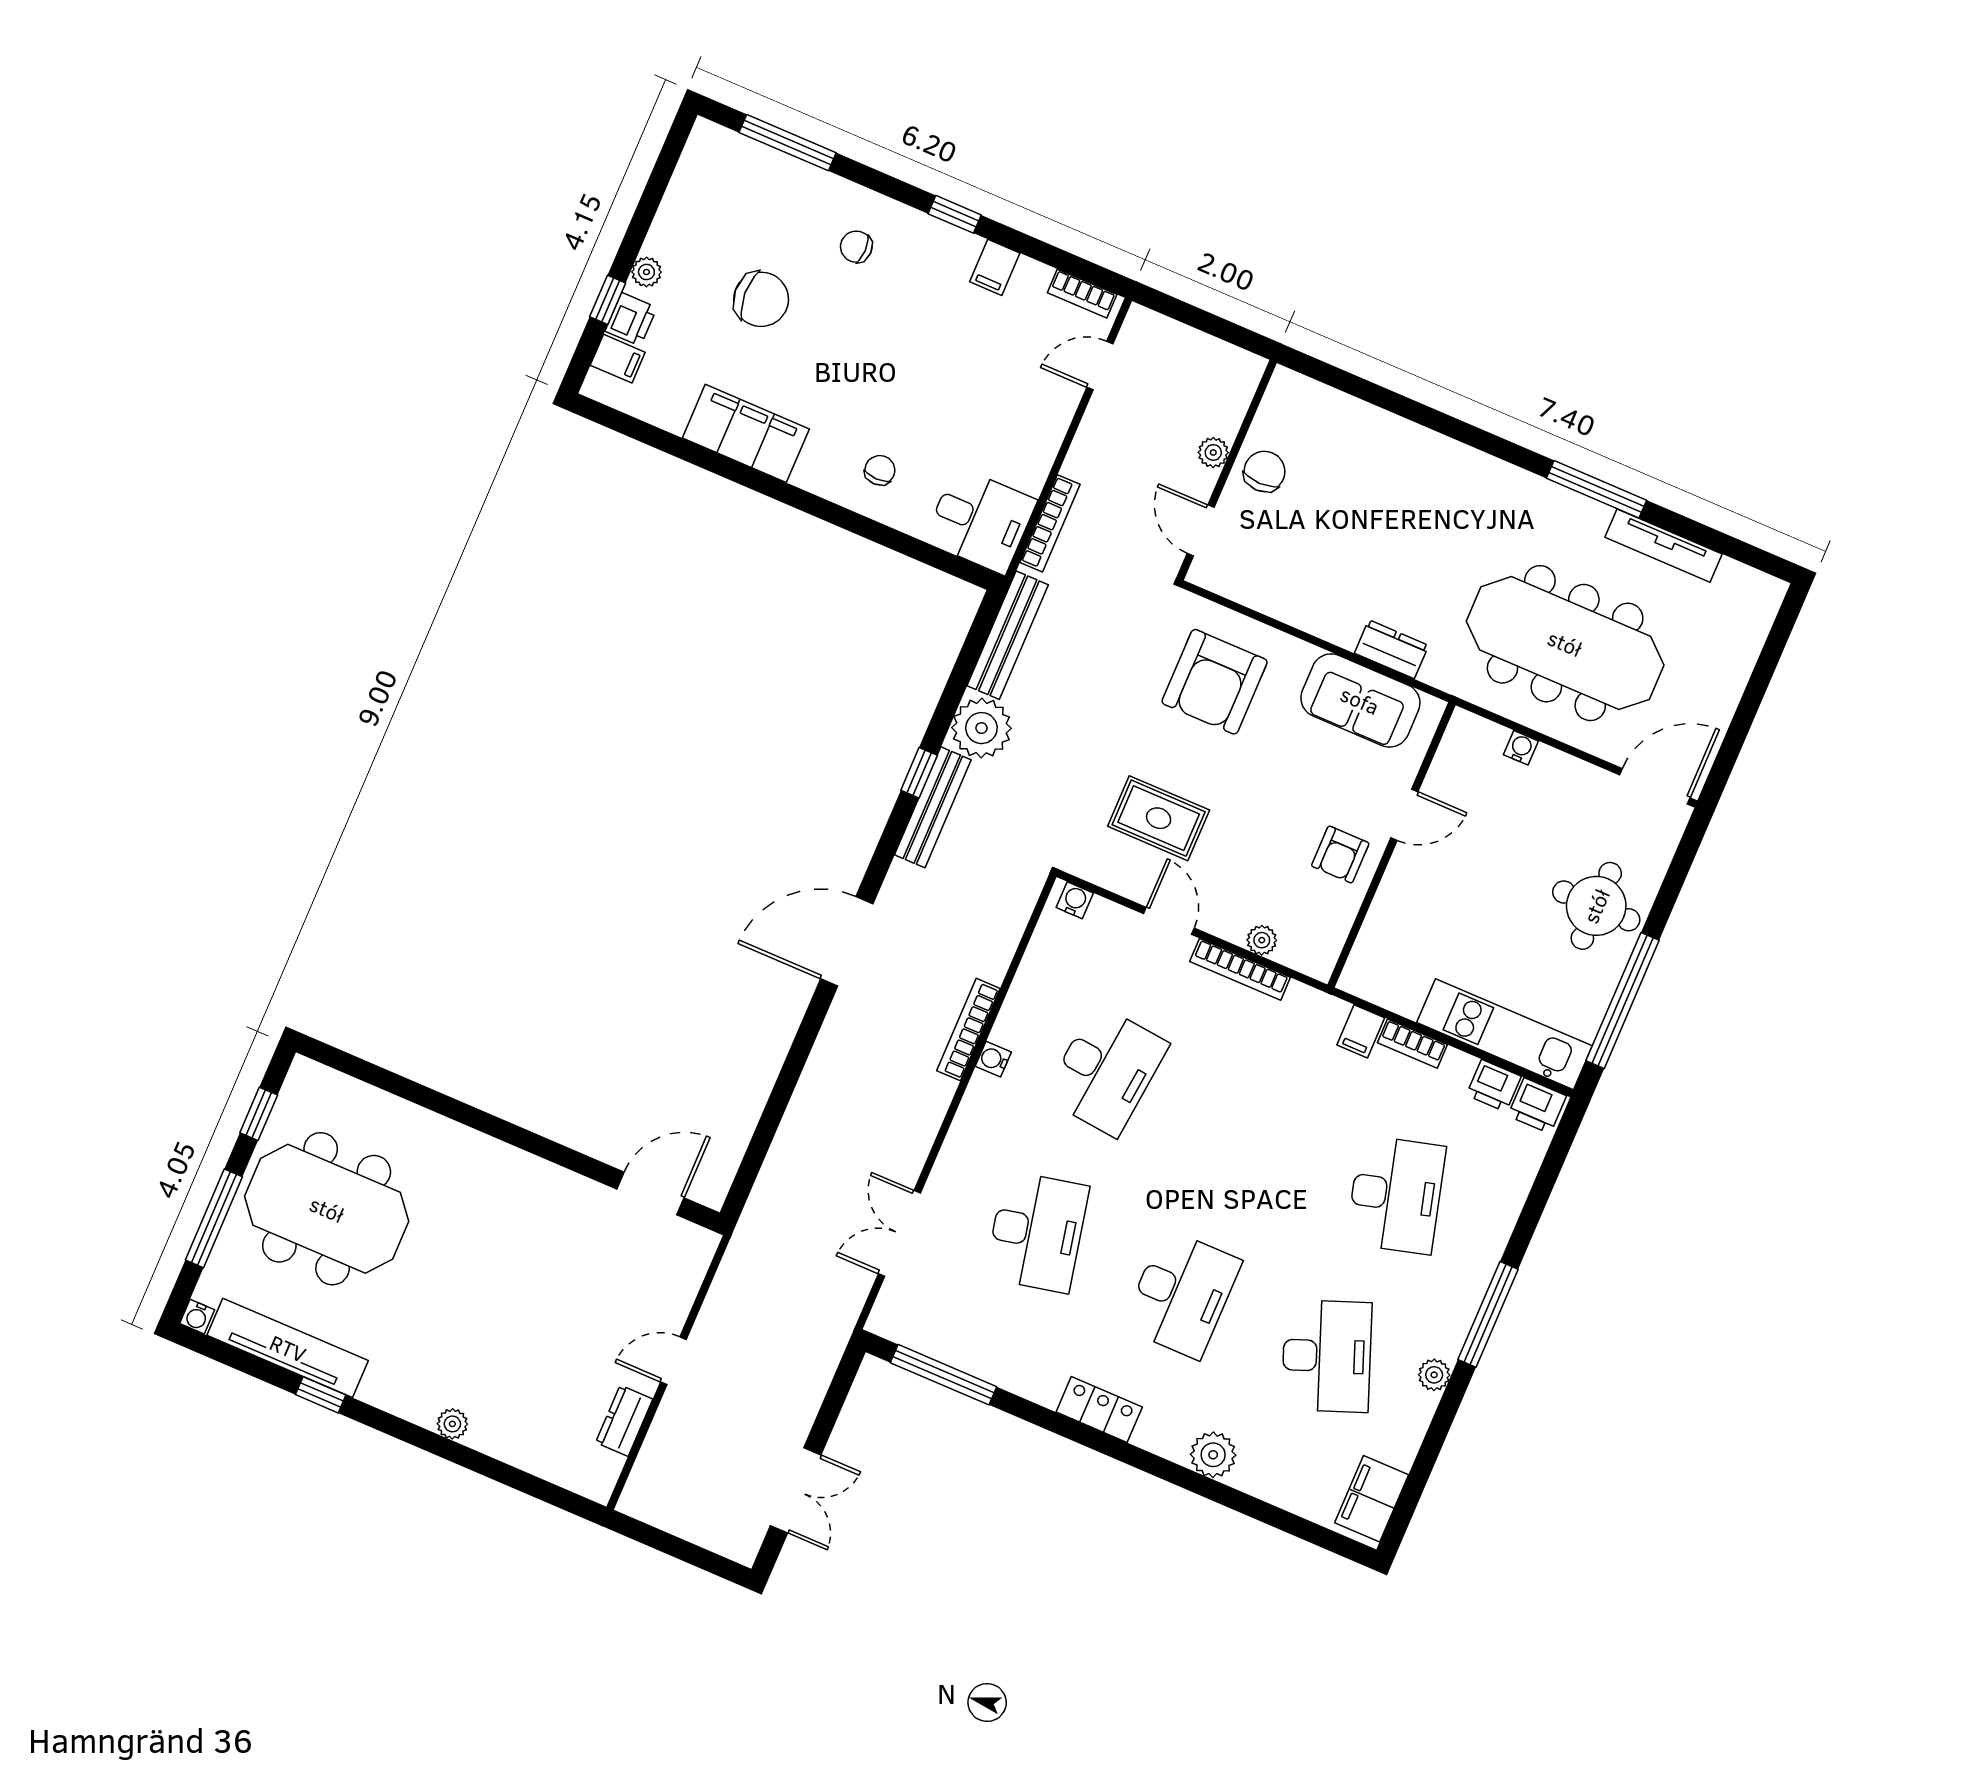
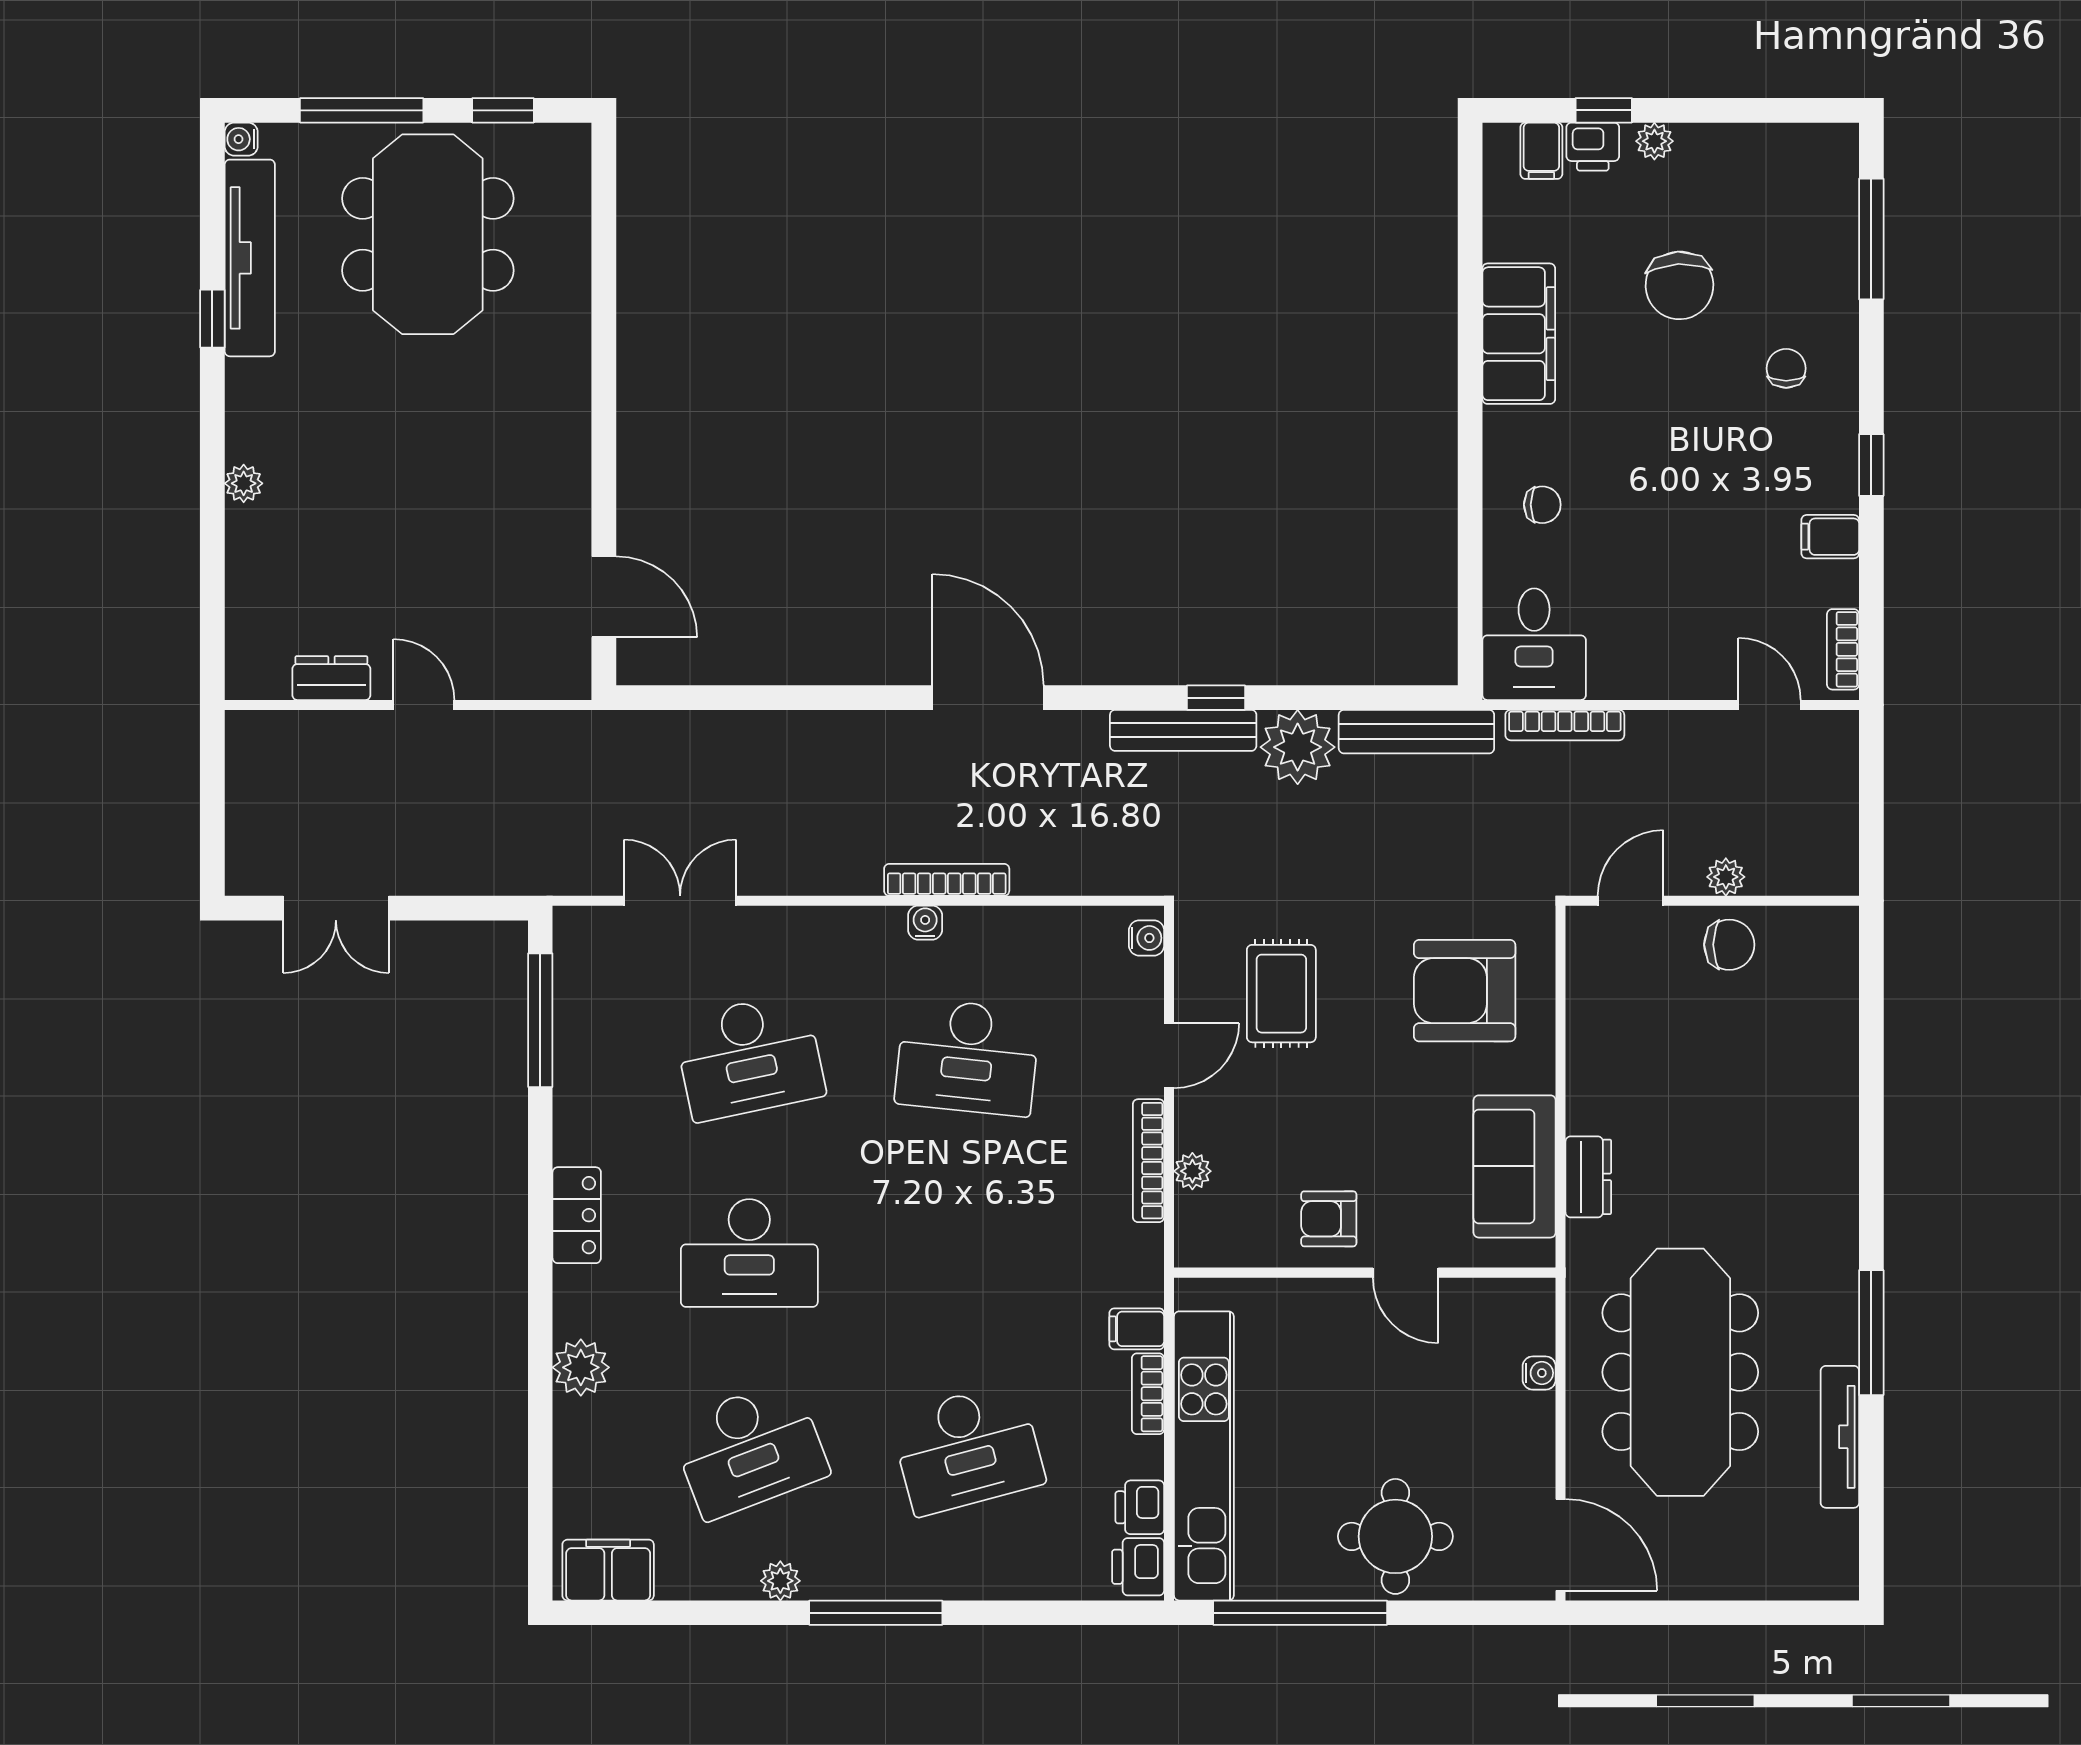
kitchen unit: (1505, 1034) -> (1204, 1456), width x1.36

